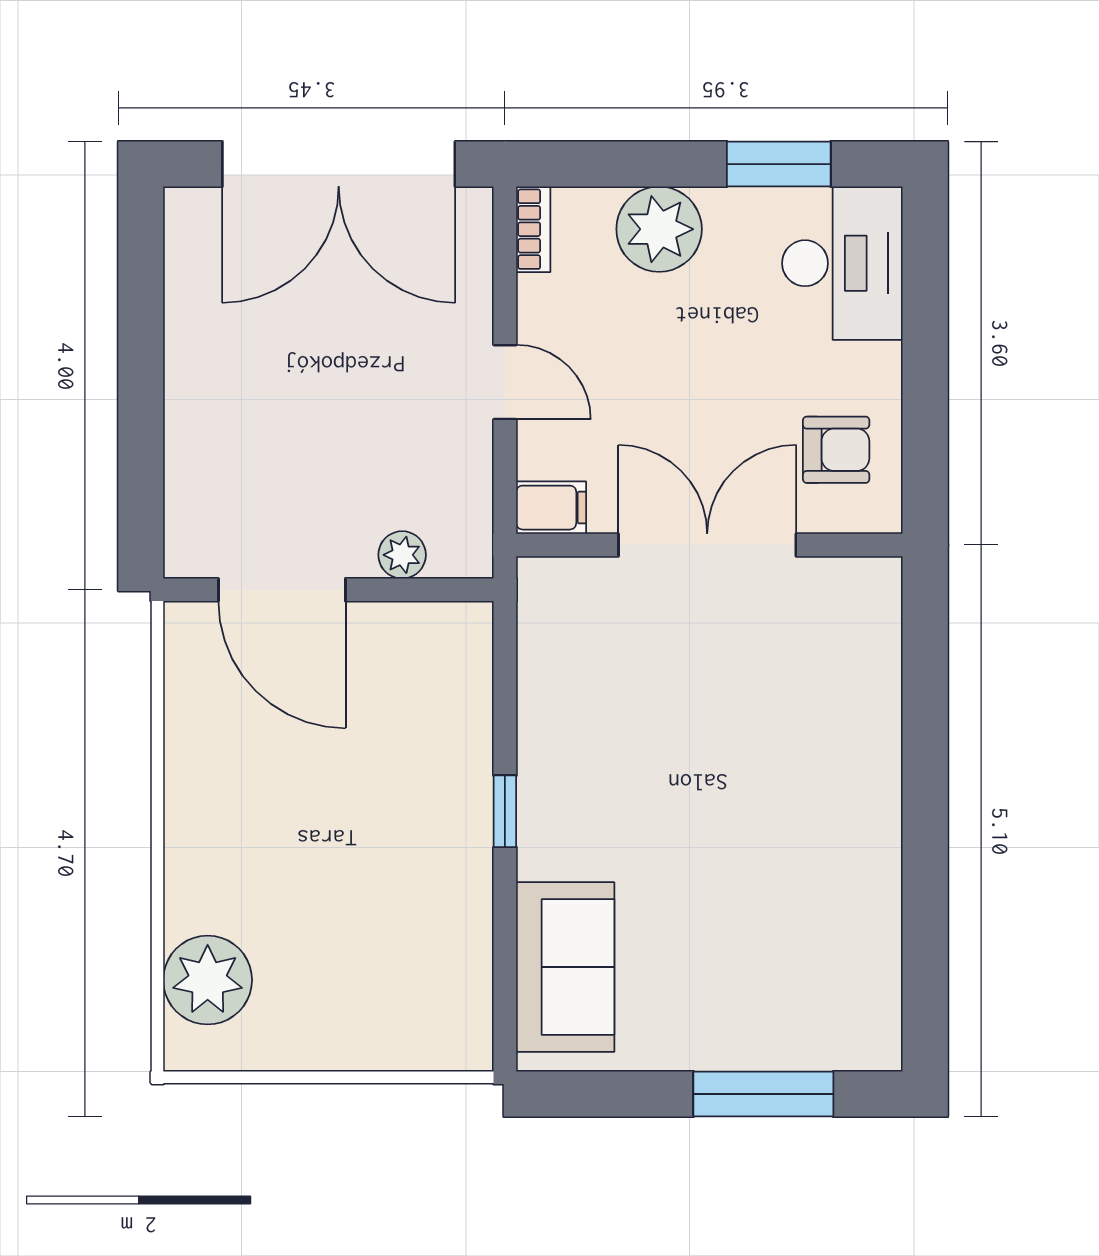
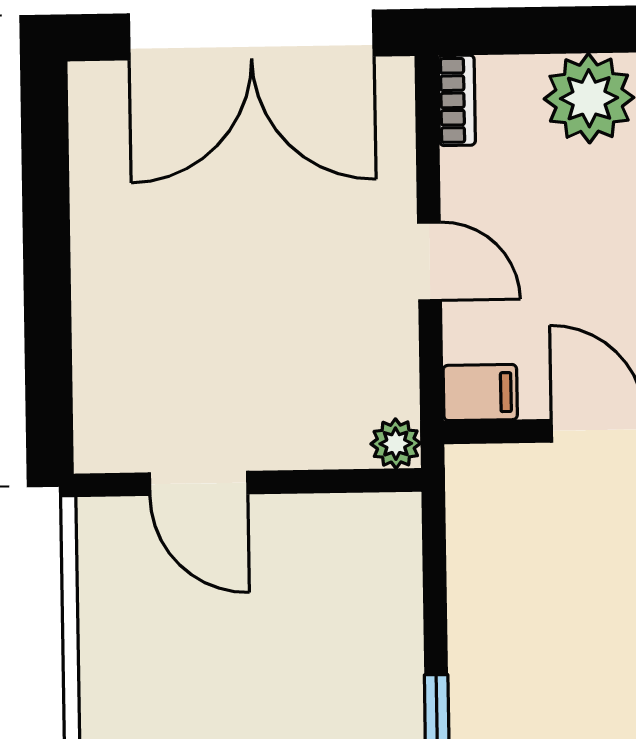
plant: (402, 555) -> (396, 444), moved
door: (282, 590) -> (199, 483), width x0.73

